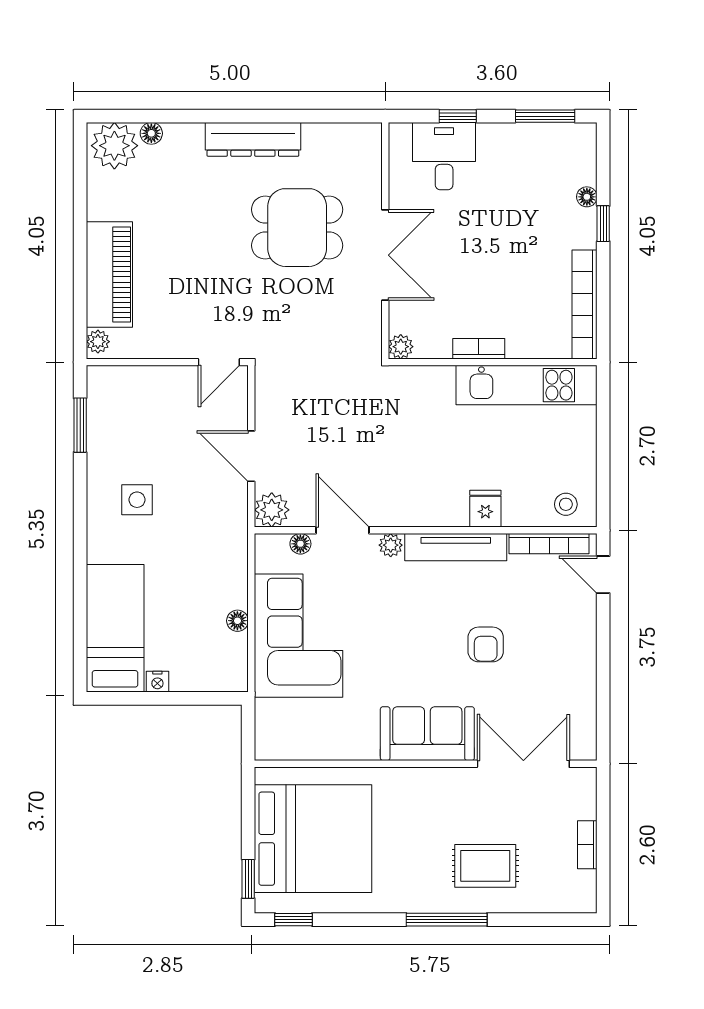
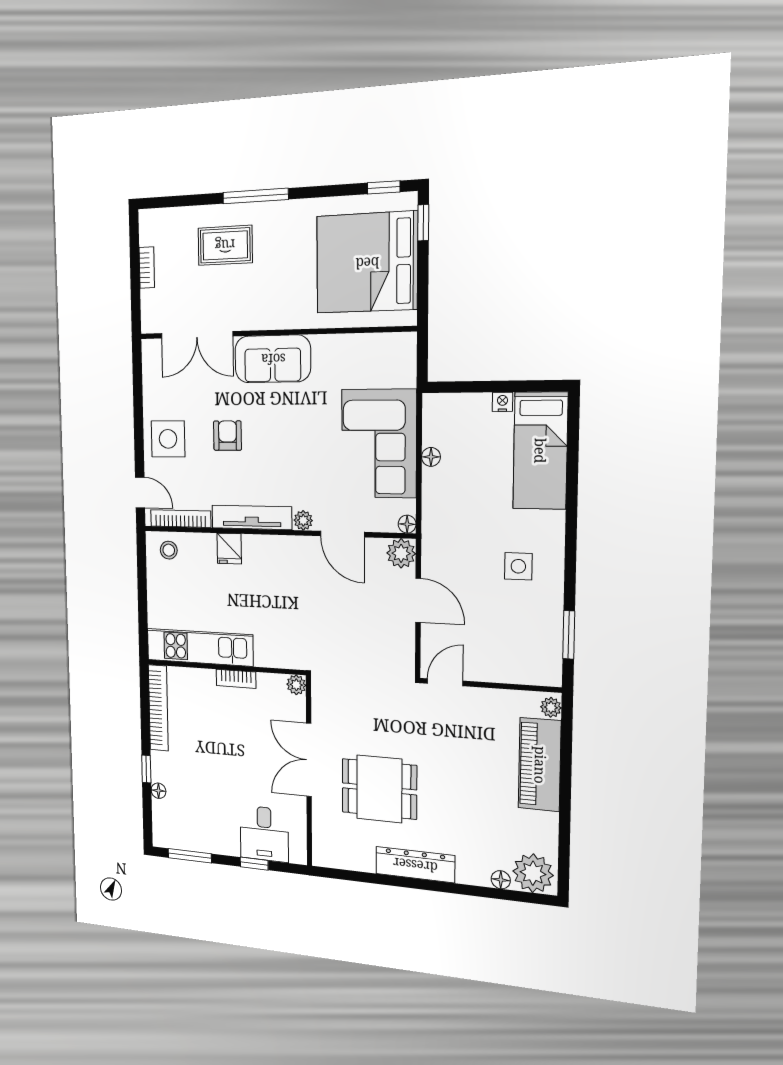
floor lamp: (300, 544) -> (407, 524), moved
side table: (564, 640) -> (168, 439), added

